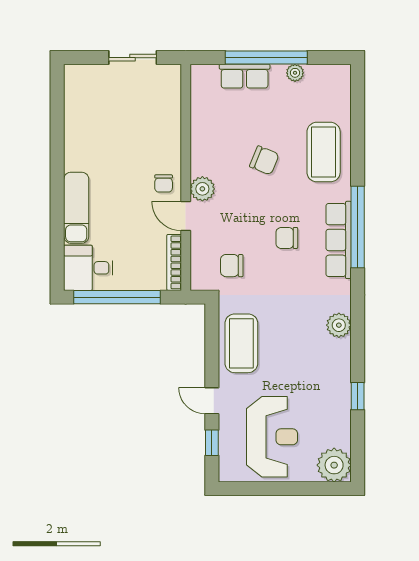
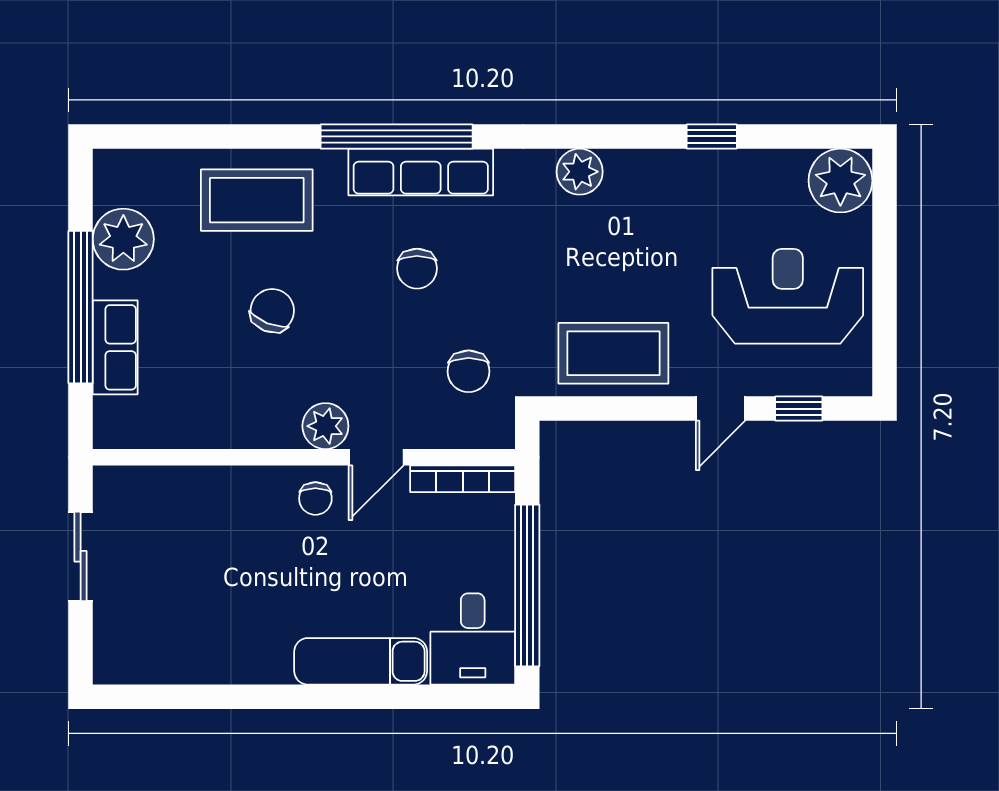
plant: (295, 73) -> (123, 239), width x1.88, depth x1.88
chair: (164, 183) -> (315, 498), turned 90

